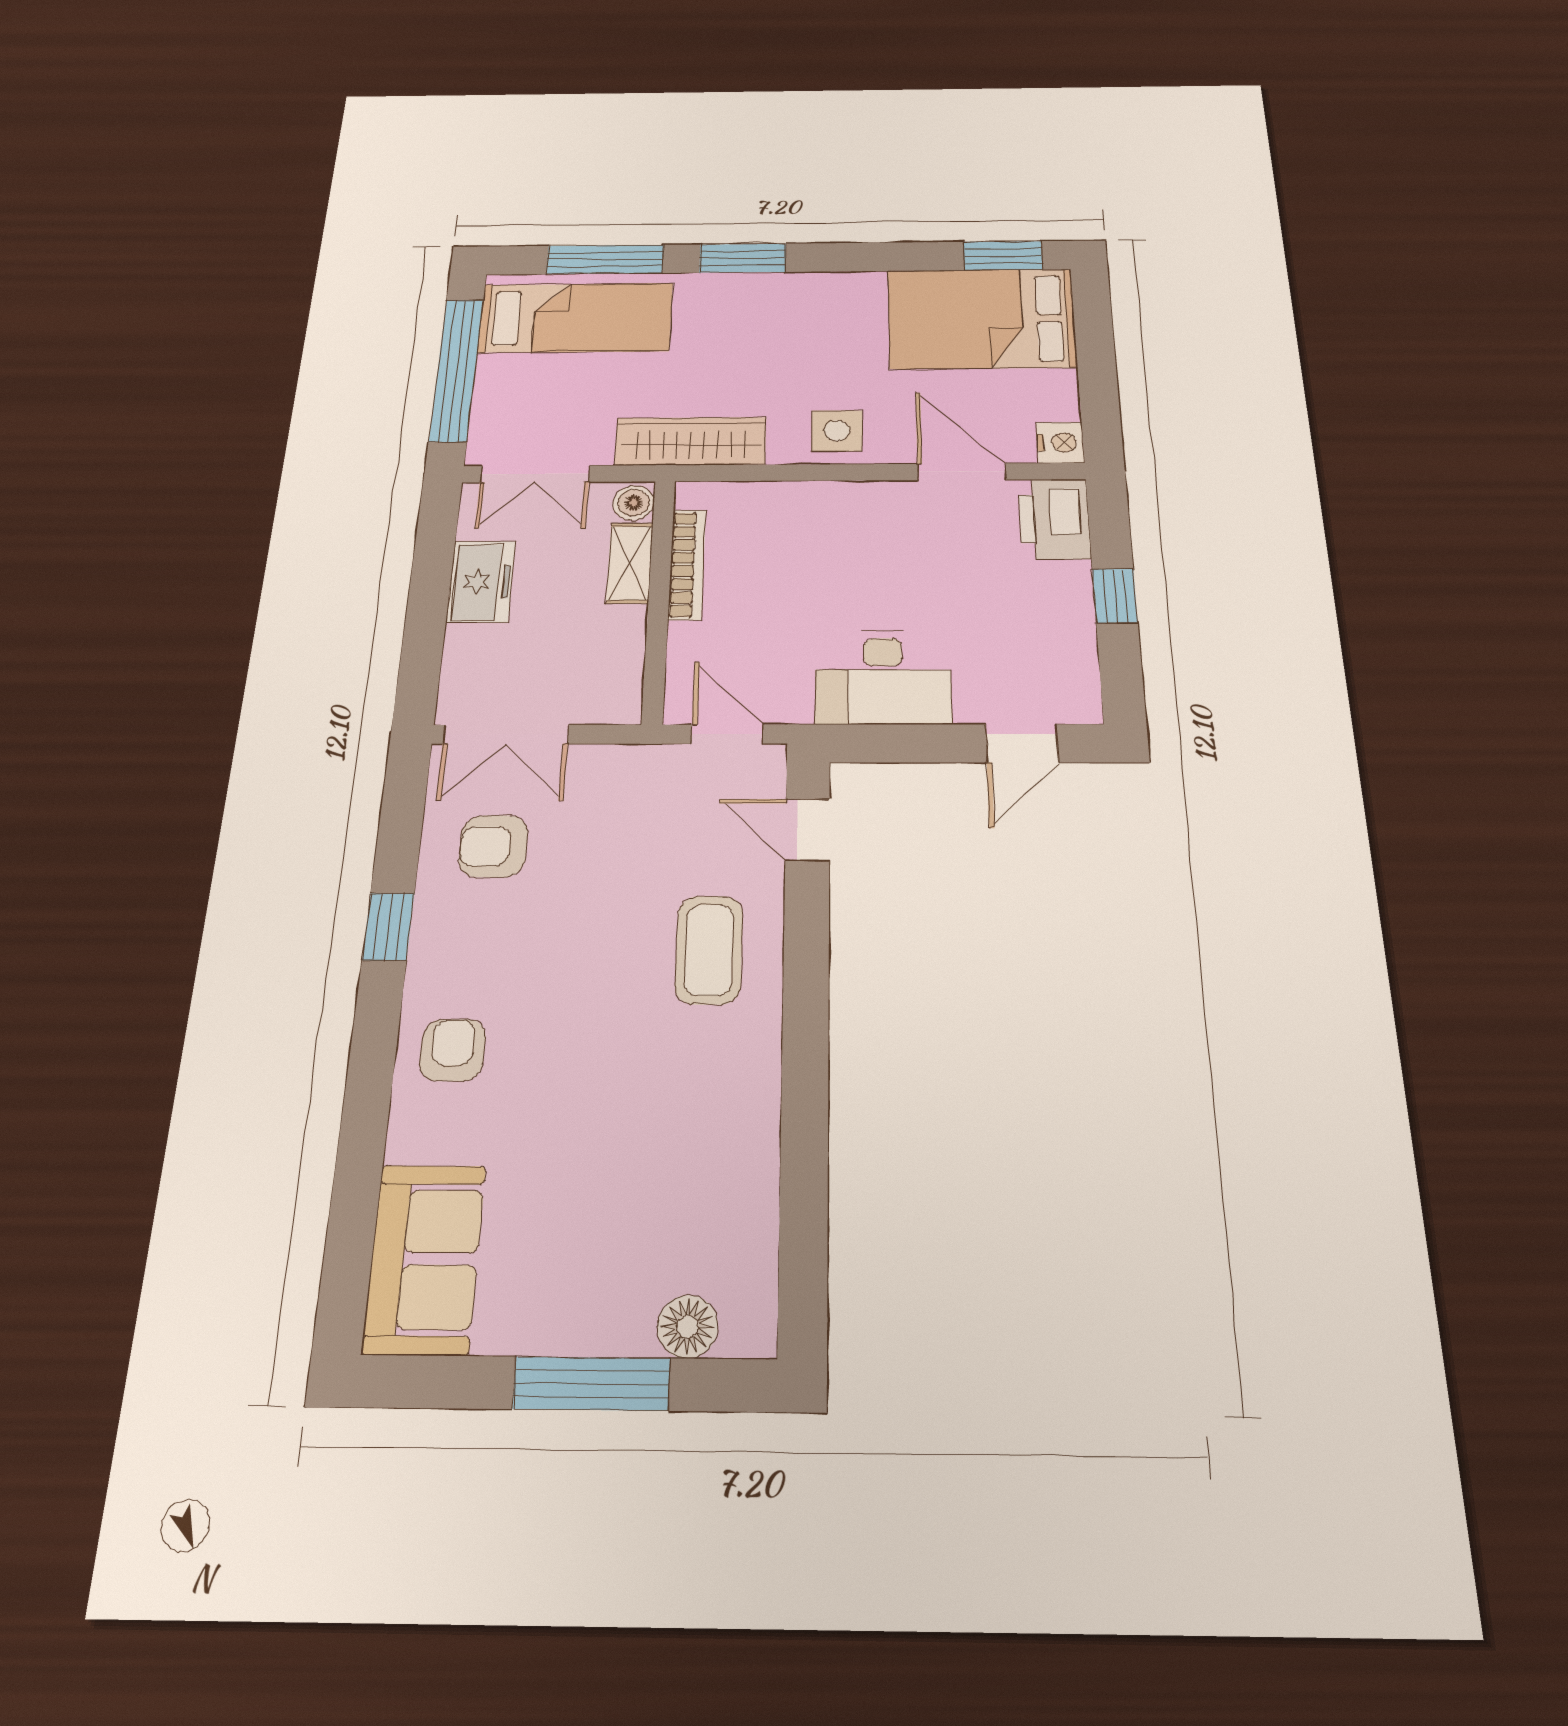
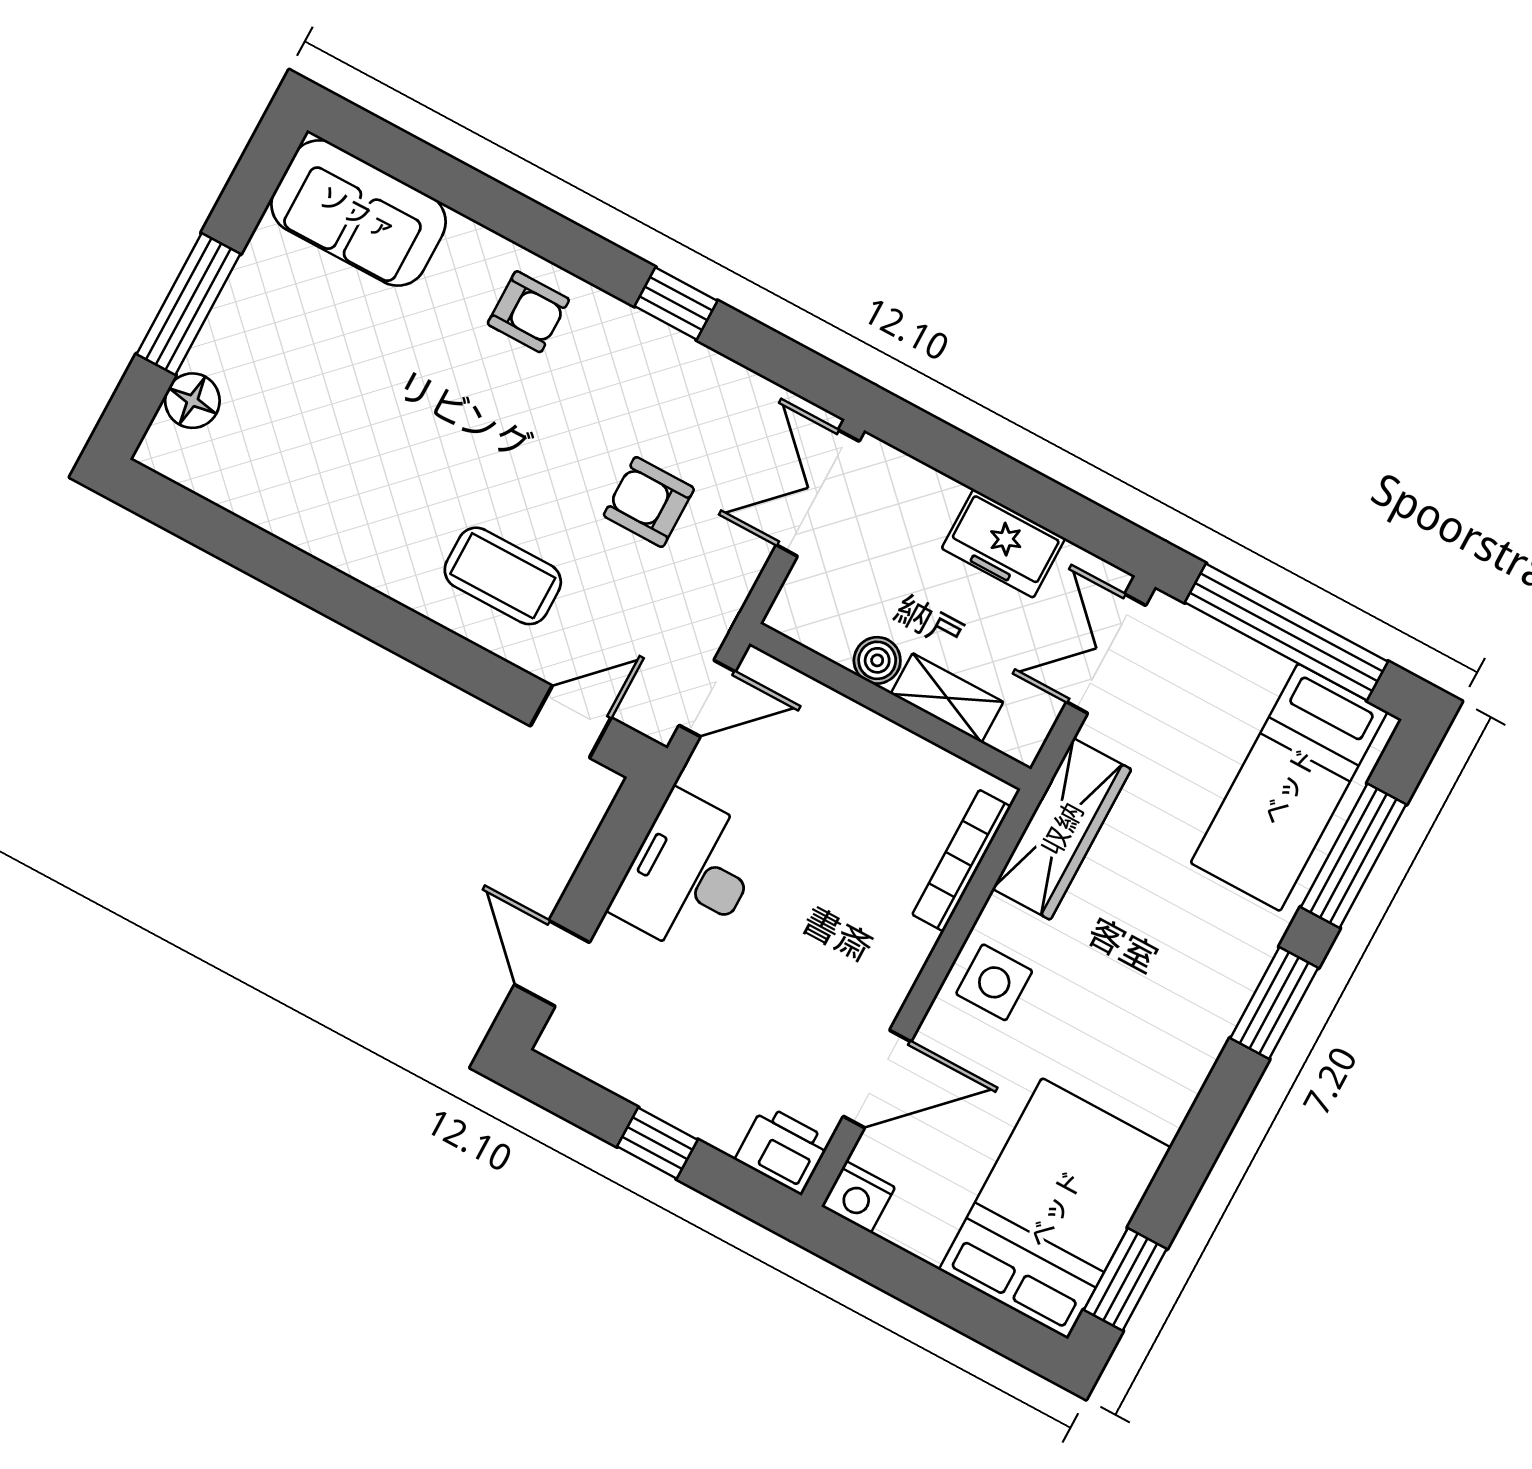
boiler: (634, 503) -> (877, 660), moved
printer: (1054, 519) -> (783, 1150), width x0.73, depth x0.84
bookcase: (687, 564) -> (962, 861), moved, turned 90
armchair: (493, 846) -> (649, 502), moved, turned -90

